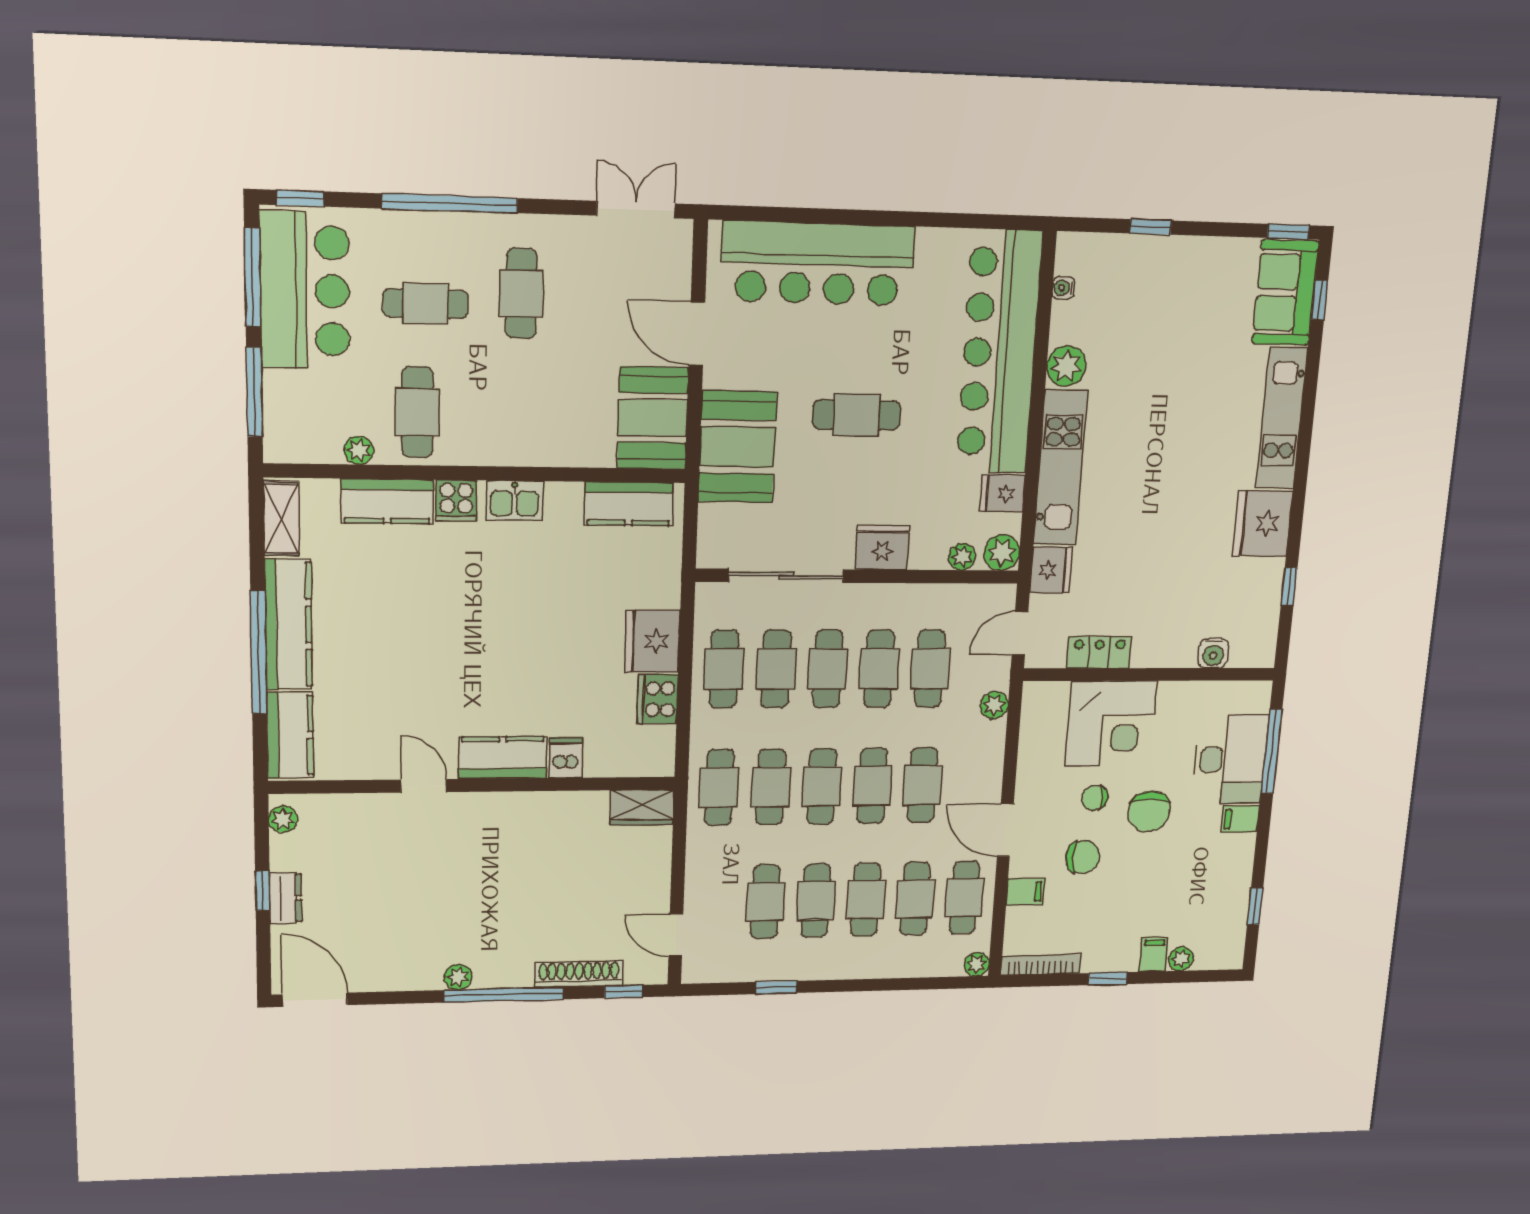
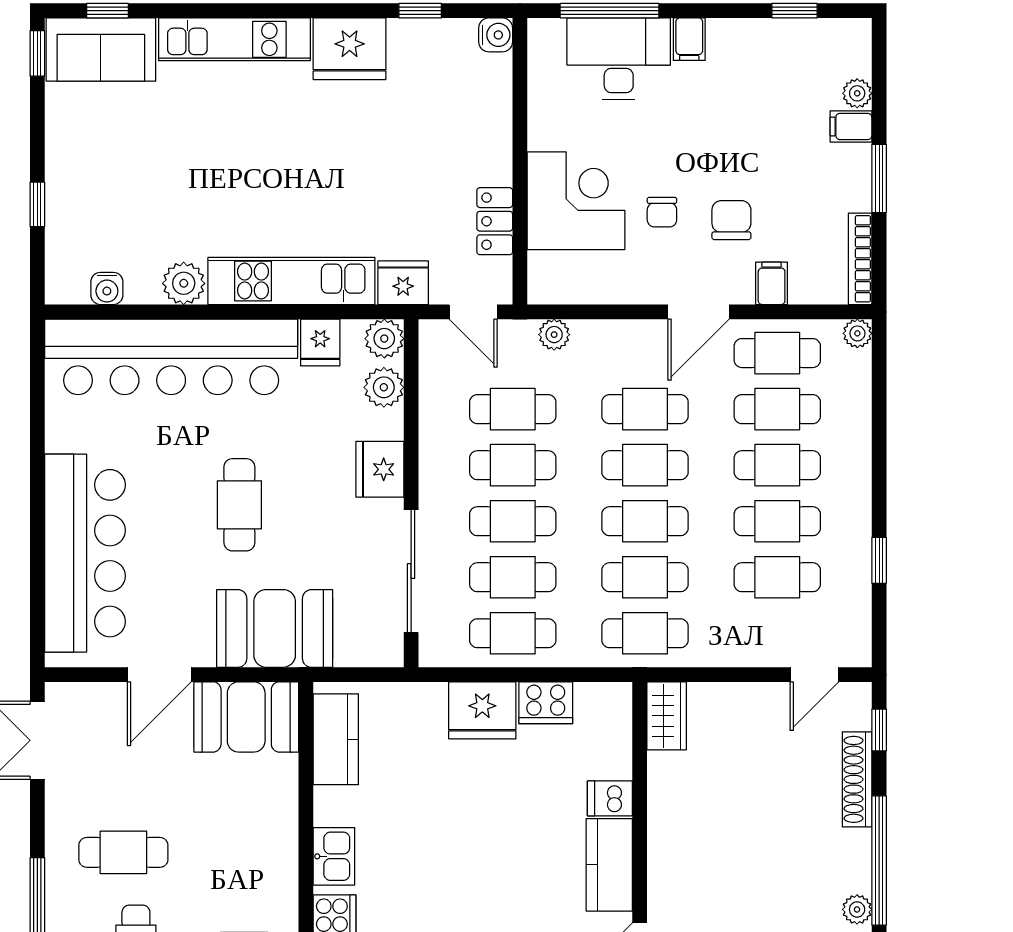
water cooler: (1063, 288) -> (107, 288), width x1.38, depth x1.38
plant: (962, 557) -> (384, 387), width x1.38, depth x1.38
water cooler: (1213, 653) -> (496, 35), moved
chair: (1149, 811) -> (679, 148), removed
window: (1108, 979) -> (879, 178), width x1.50

